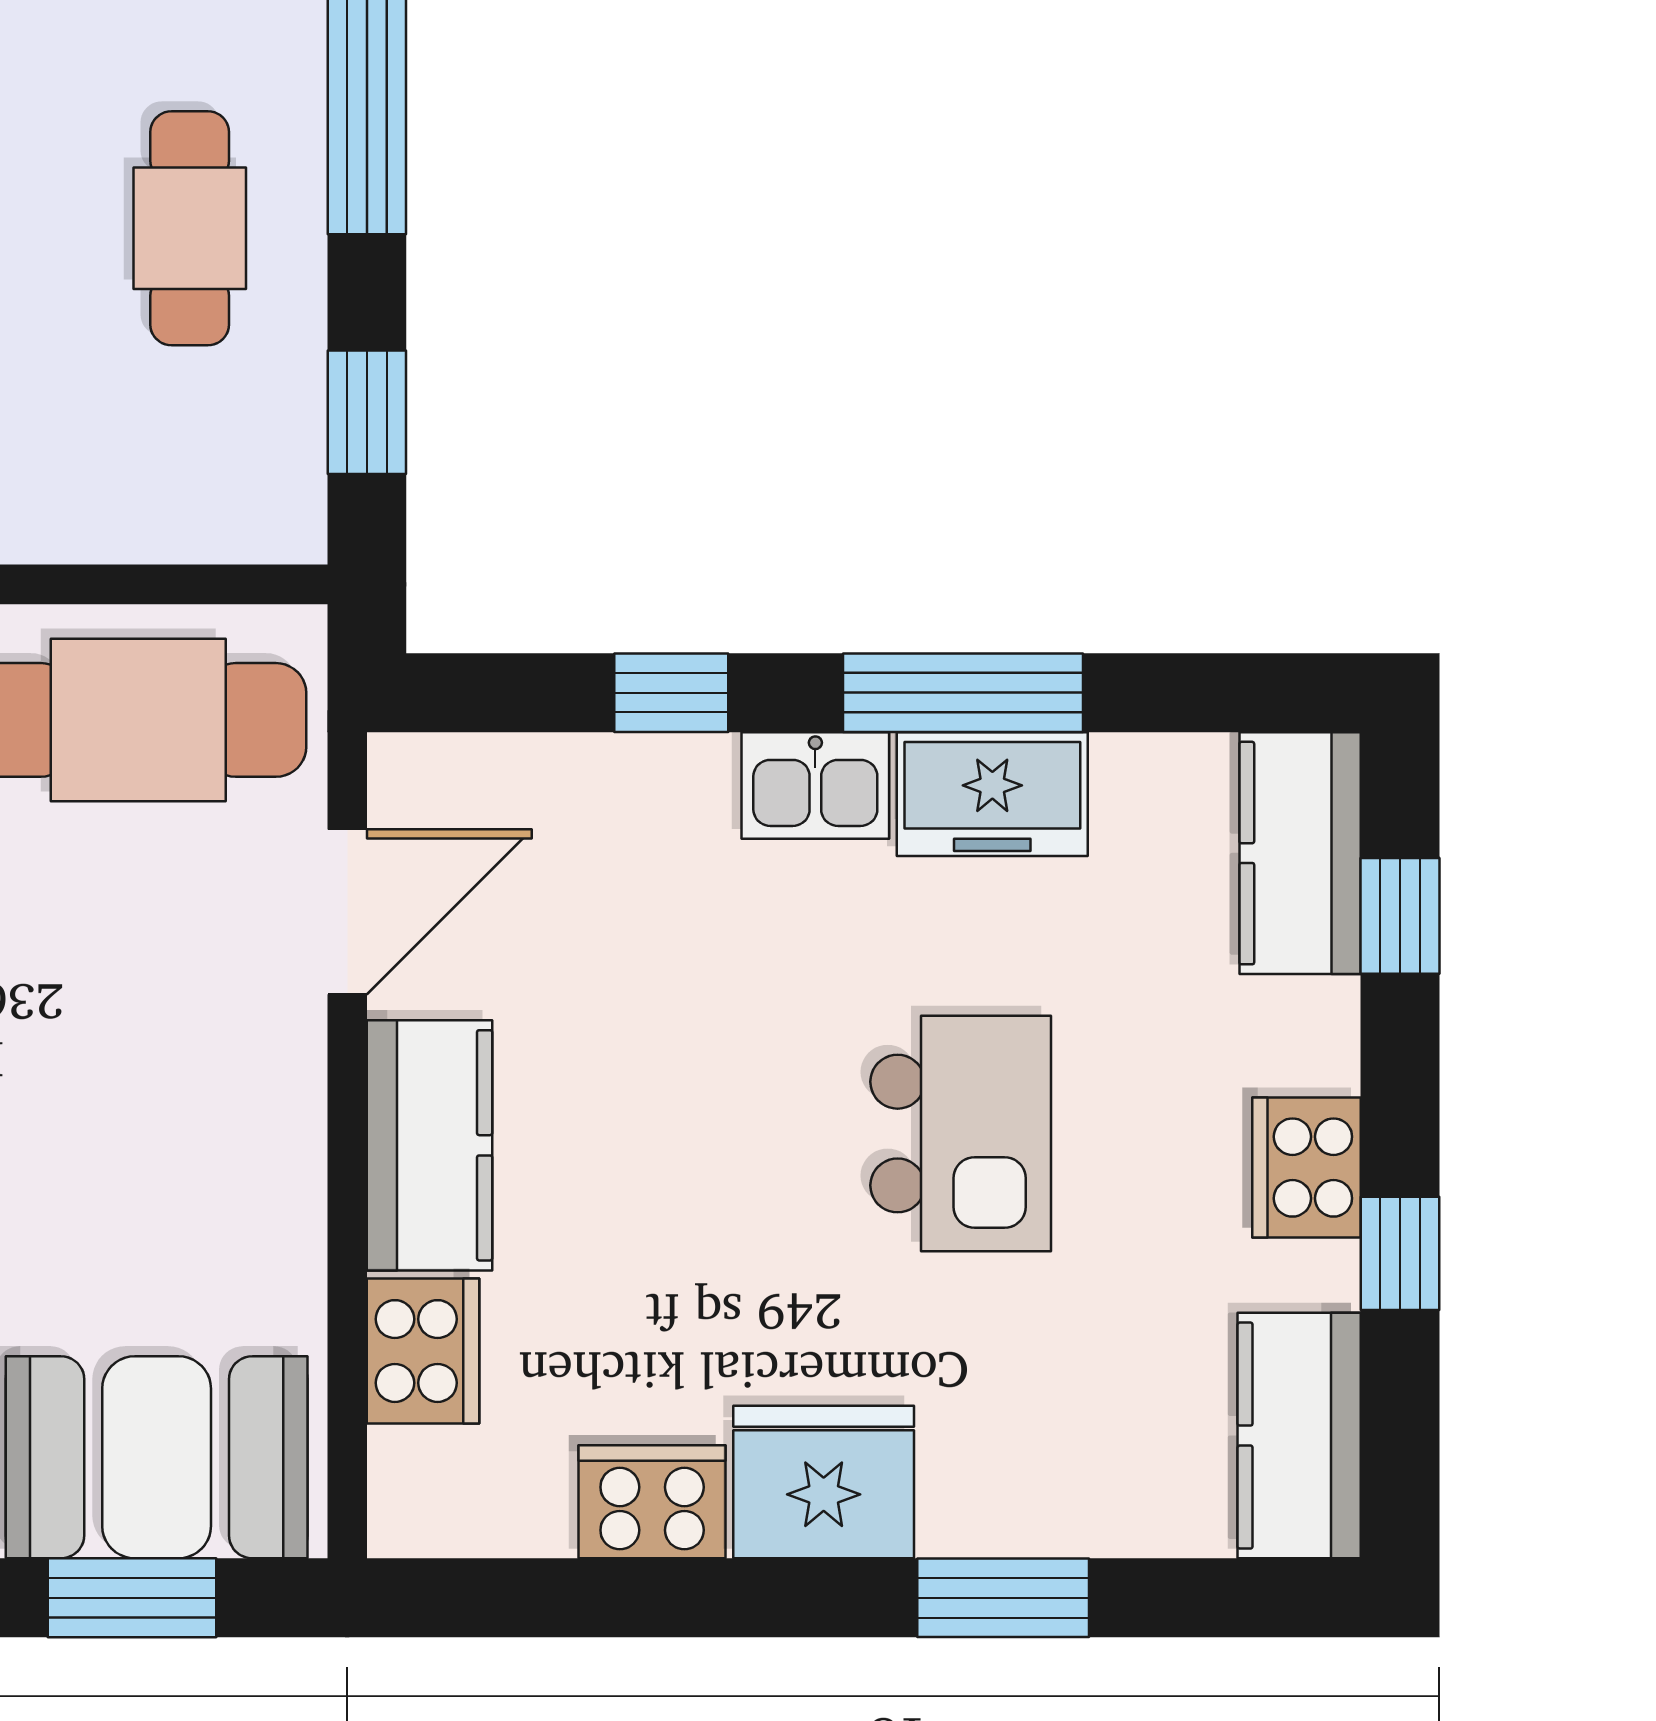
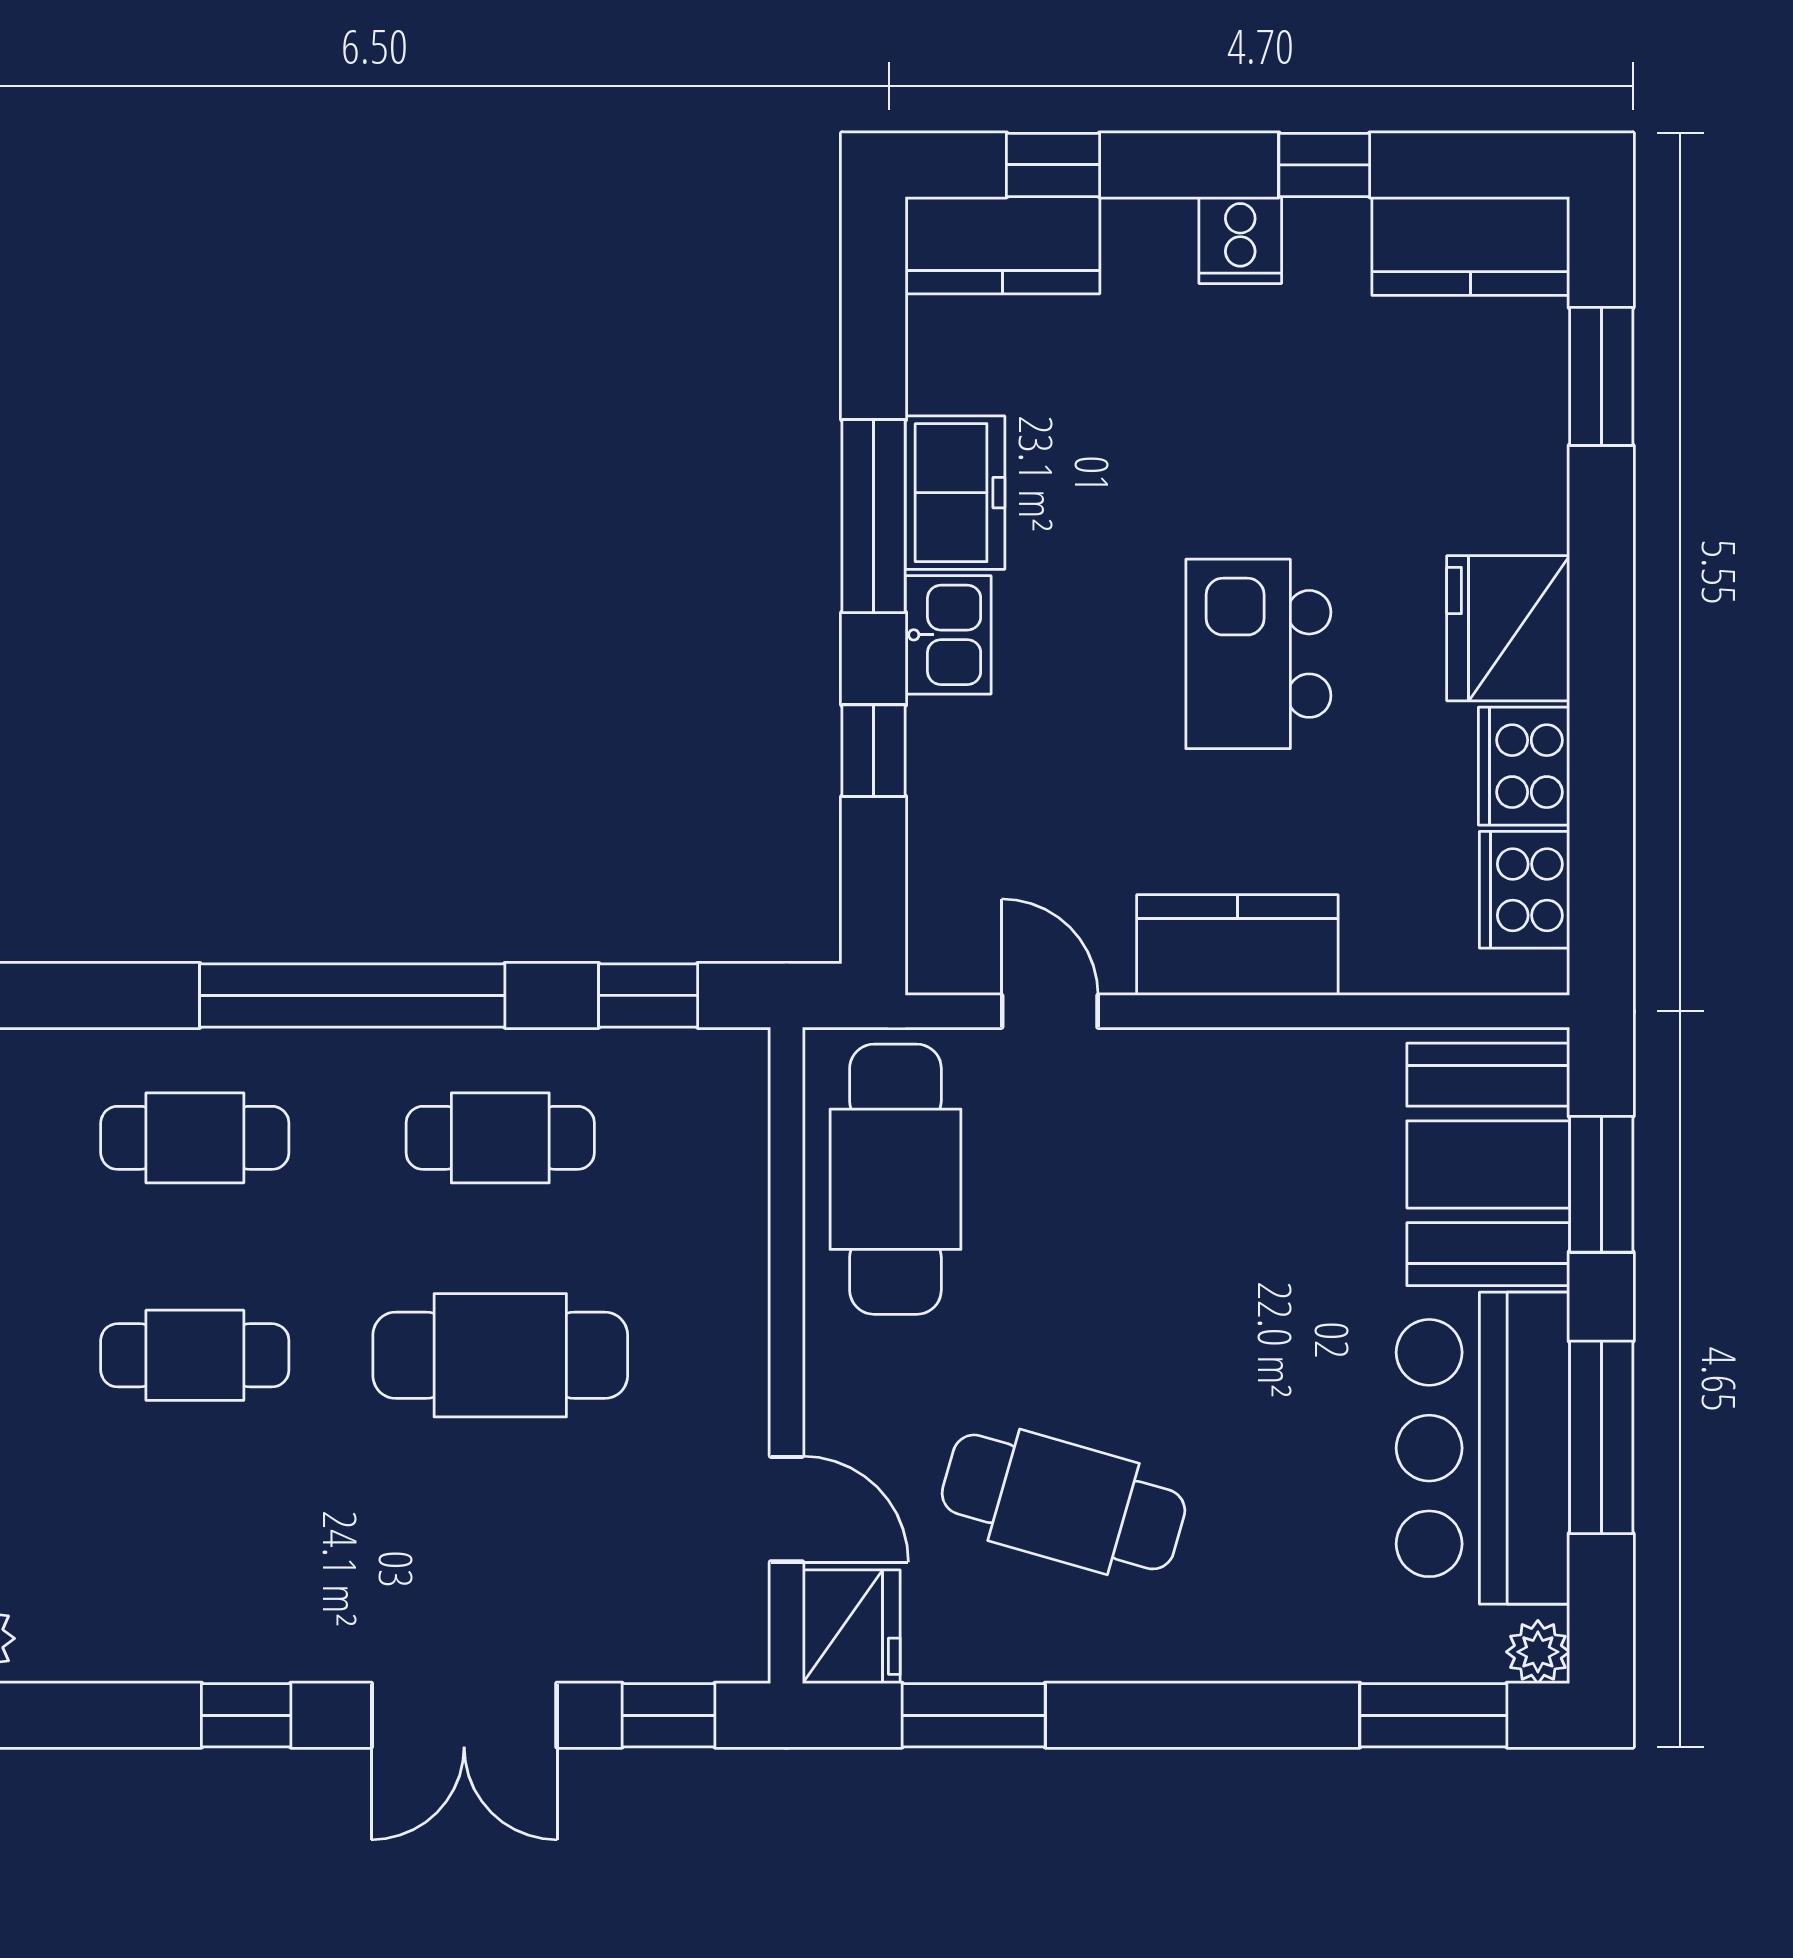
door: (347, 912) -> (1050, 1011), width x0.73
kitchen island: (961, 1134) -> (1258, 654), moved, turned -90
cooker: (1306, 1168) -> (1240, 240), width x0.73
cooker: (423, 1351) -> (1524, 890), moved, turned -90
window: (1003, 1598) -> (1601, 376), moved

